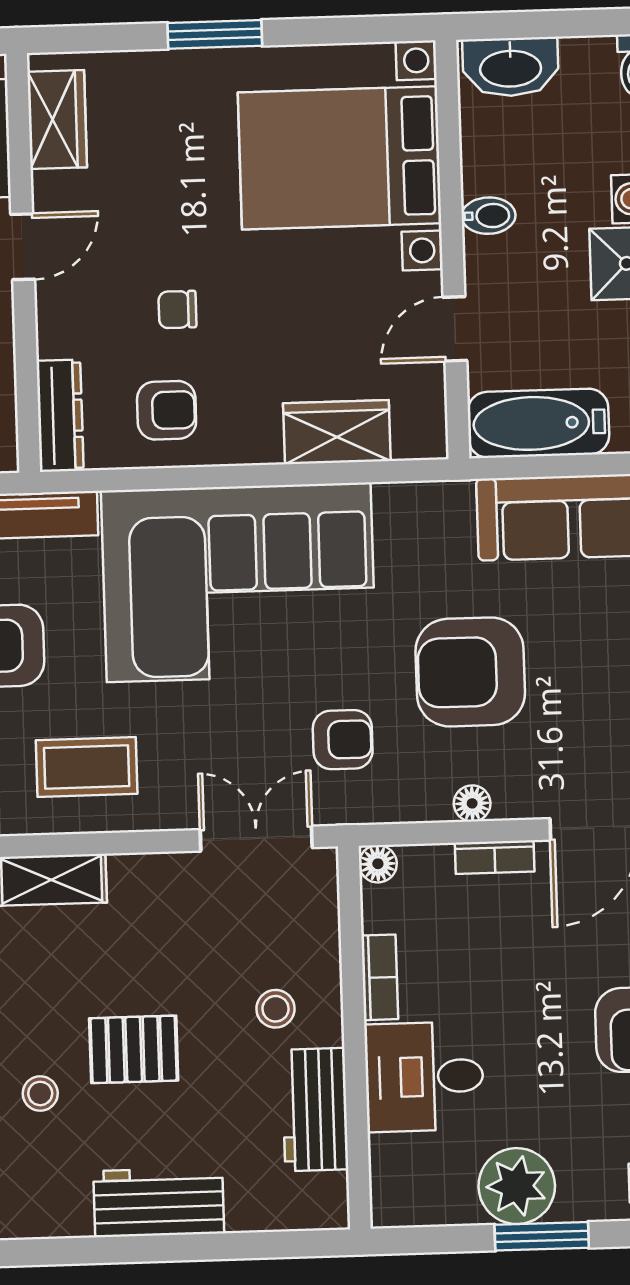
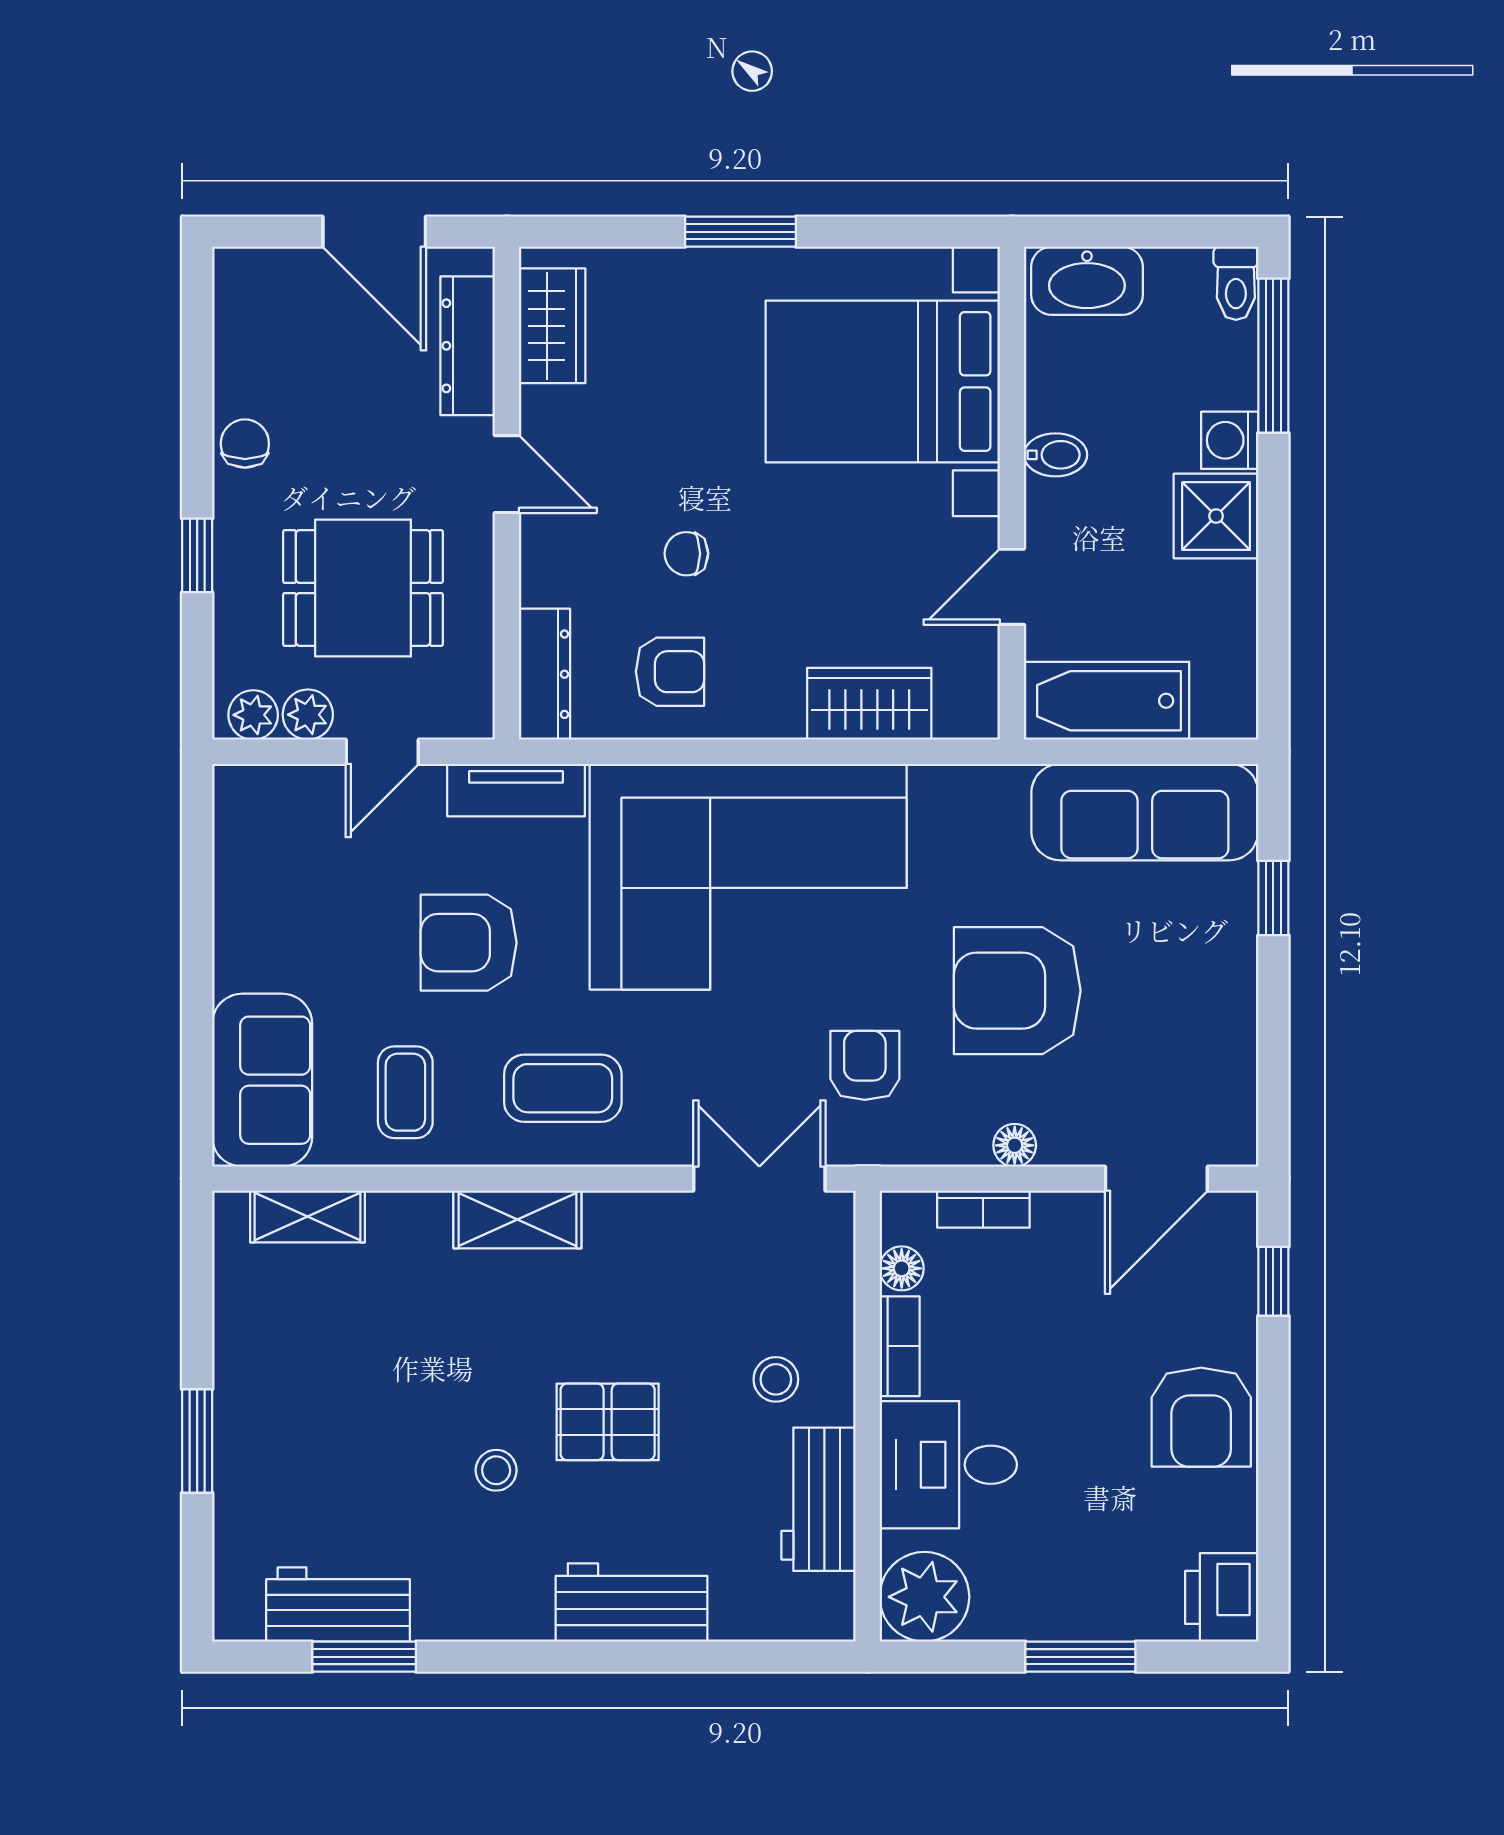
door: (23, 247) -> (507, 474), hinge flipped
armchair: (343, 740) -> (865, 1065), turned -90
bookcase: (495, 857) -> (983, 1209), moved
floor lamp: (378, 864) -> (902, 1268), moved
plant: (517, 1186) -> (924, 1597), moved

